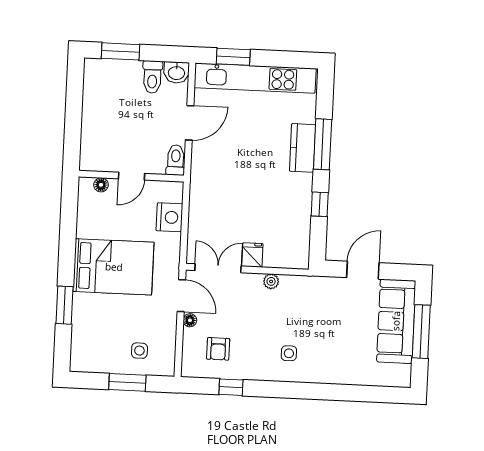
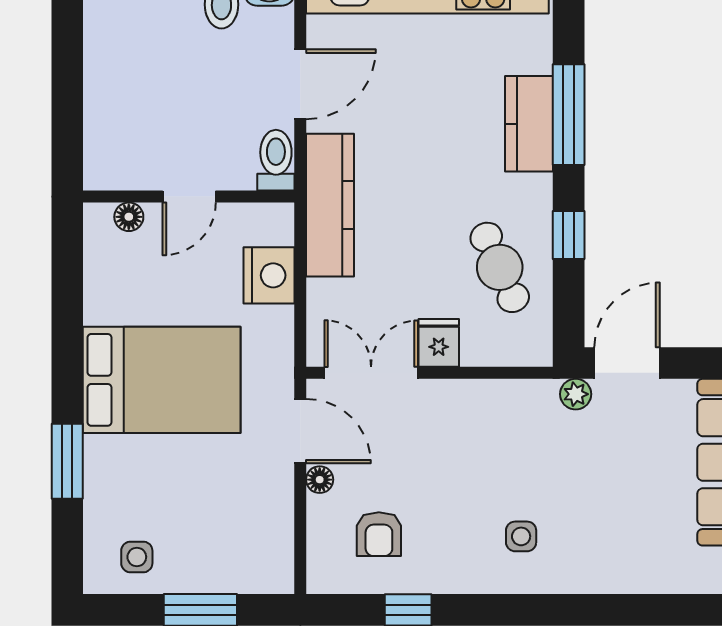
kitchen counter: (202, 184) -> (330, 205), added
cafe table: (285, 219) -> (500, 267), added
door: (363, 270) -> (627, 363), moved
plant: (271, 281) -> (576, 394), moved
side table: (139, 351) -> (137, 557), moved

